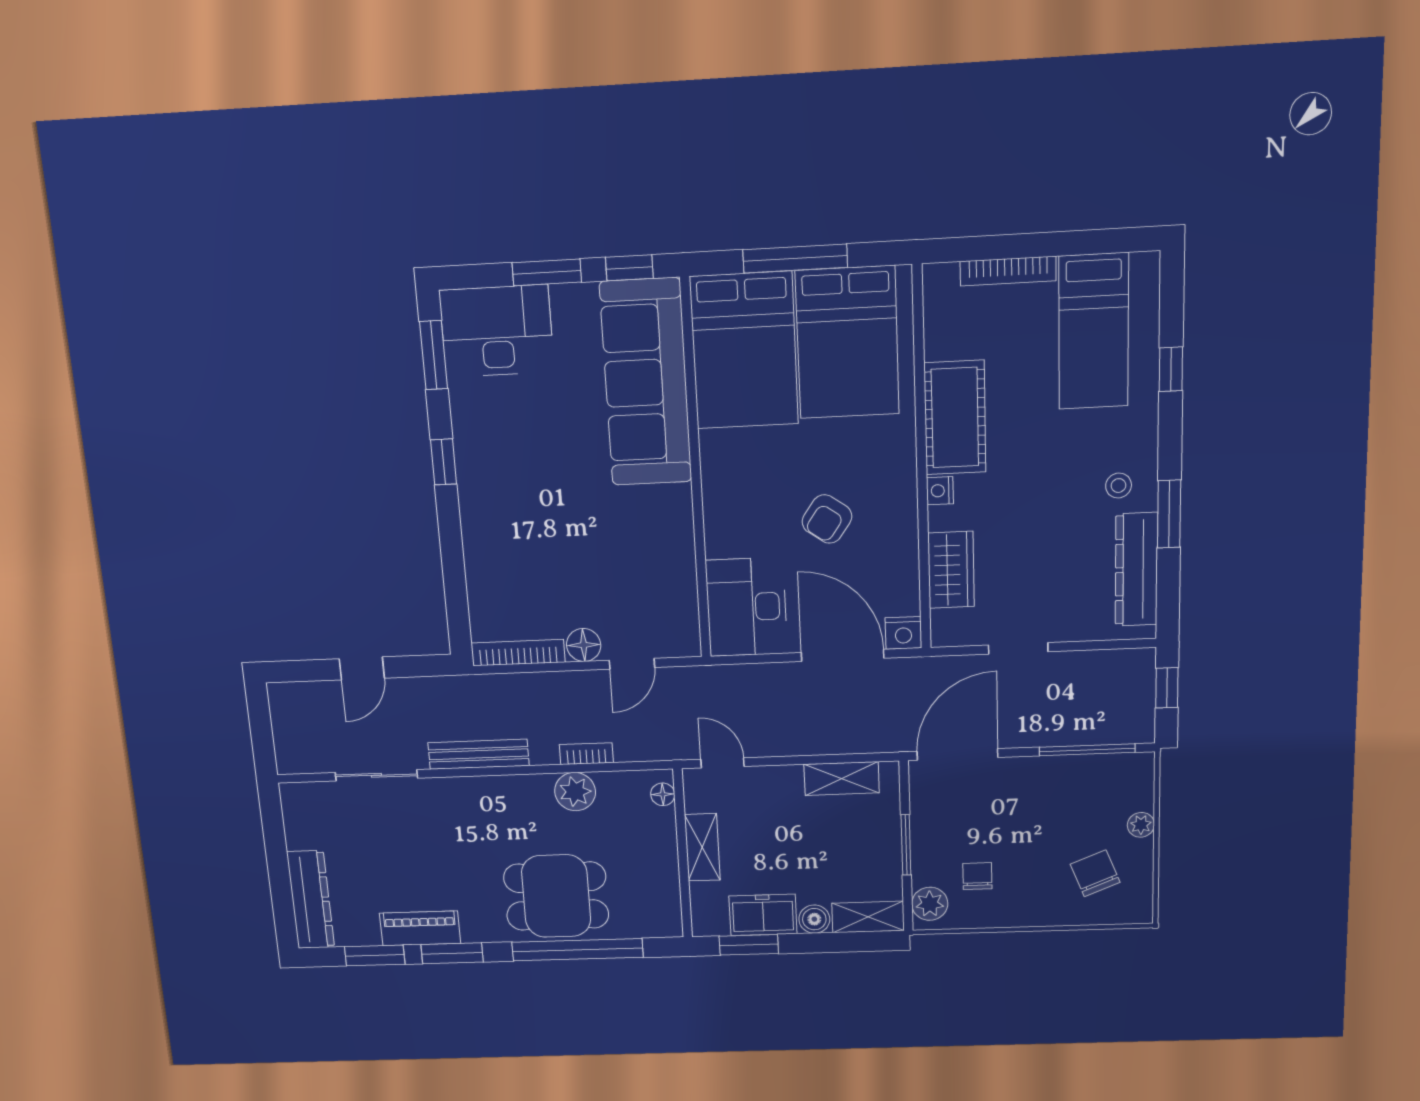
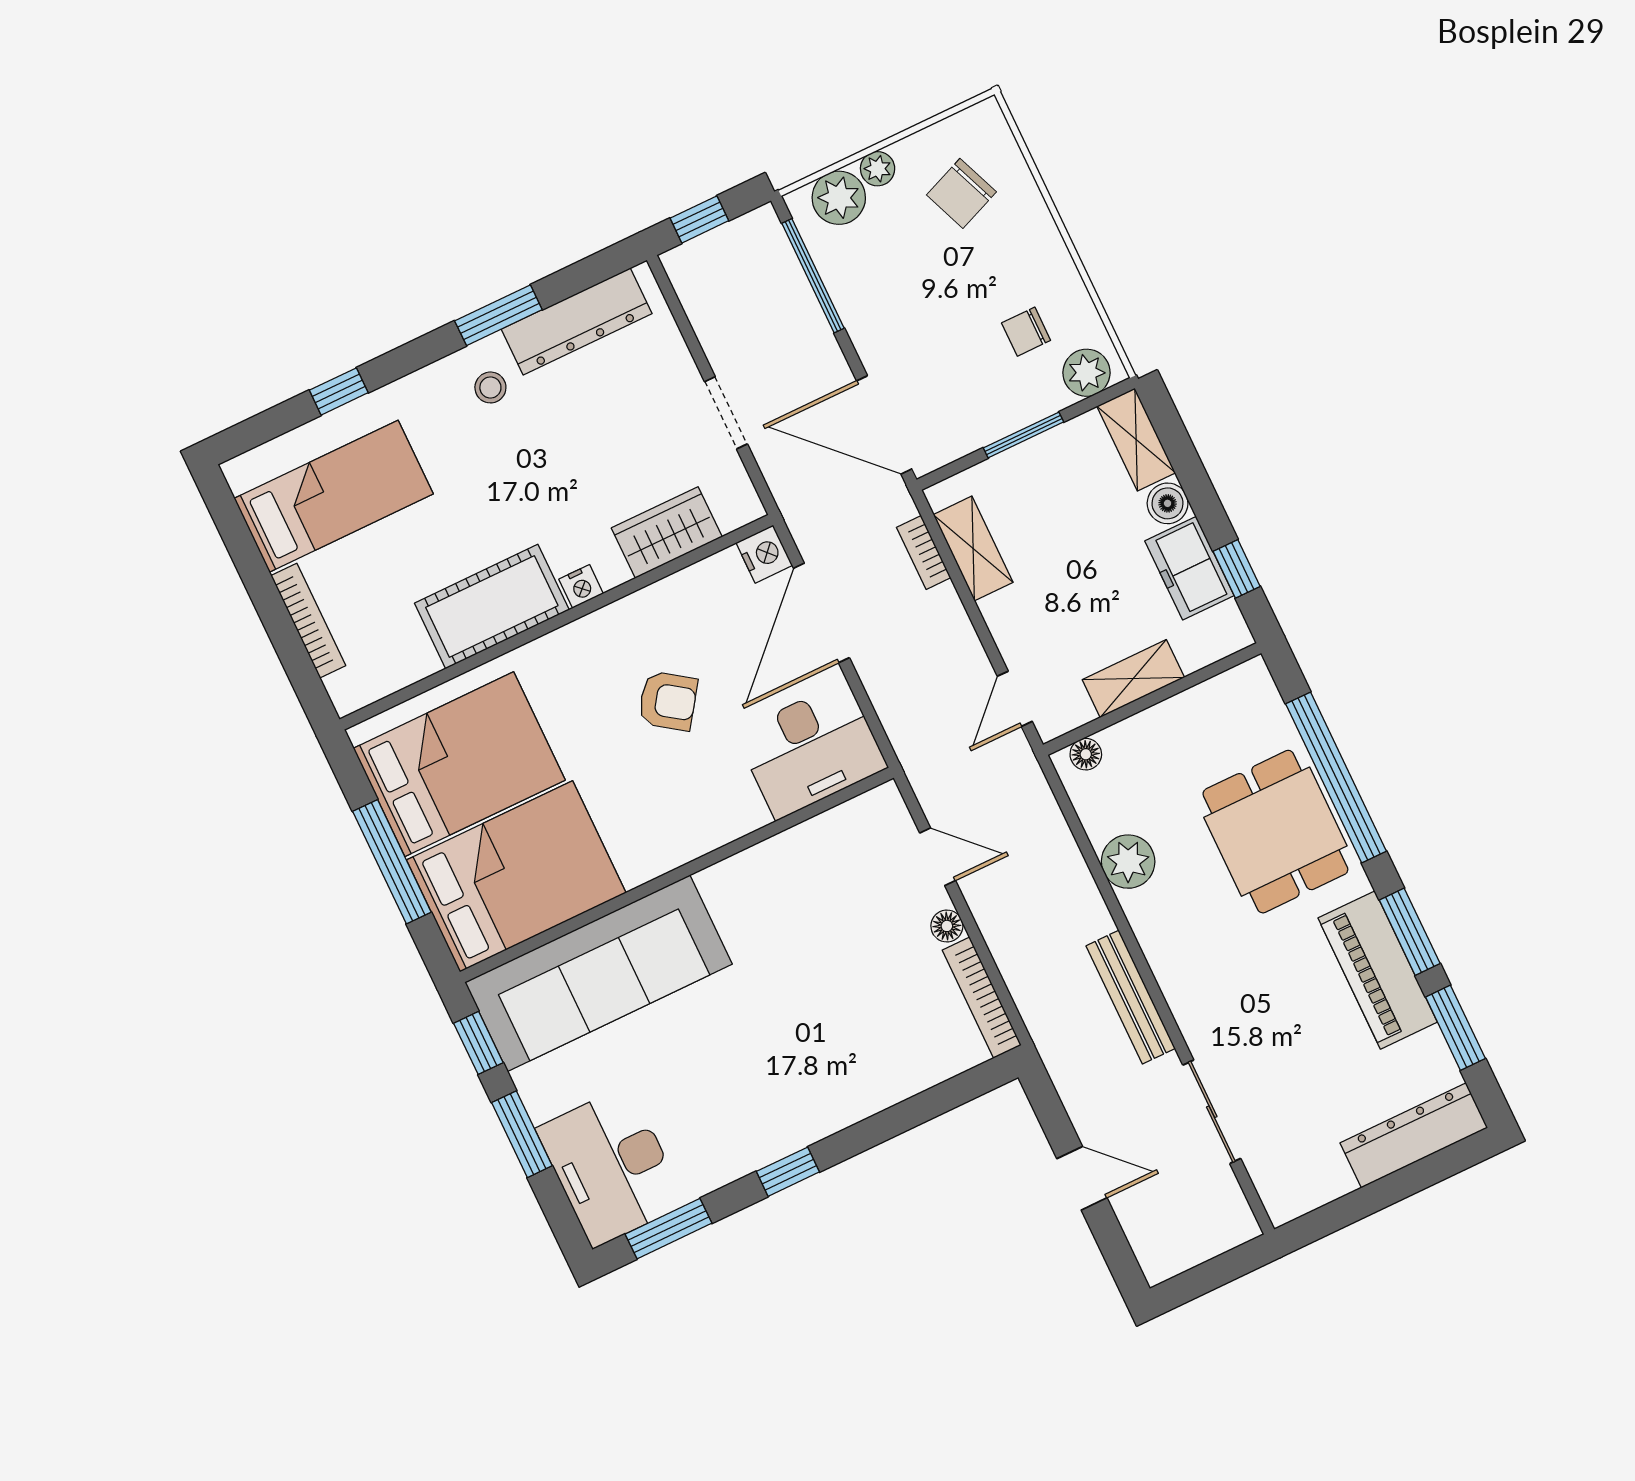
floor lamp: (584, 645) -> (947, 926), width x0.73, depth x0.73
bookcase: (586, 754) -> (924, 552), moved
plant: (1134, 790) -> (839, 198), added
piano: (420, 928) -> (1378, 970), width x1.37, depth x1.33
window: (749, 945) -> (1237, 569), width x0.67

